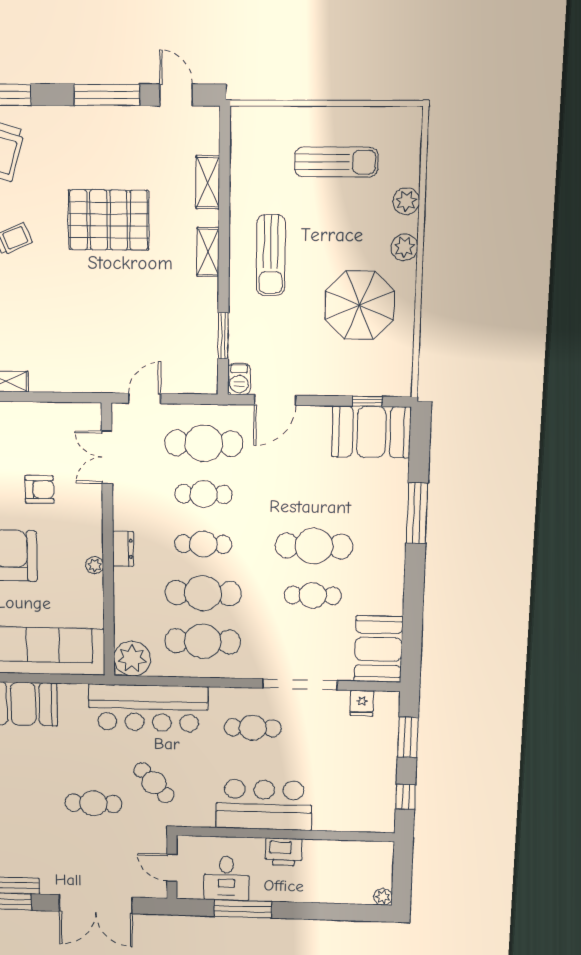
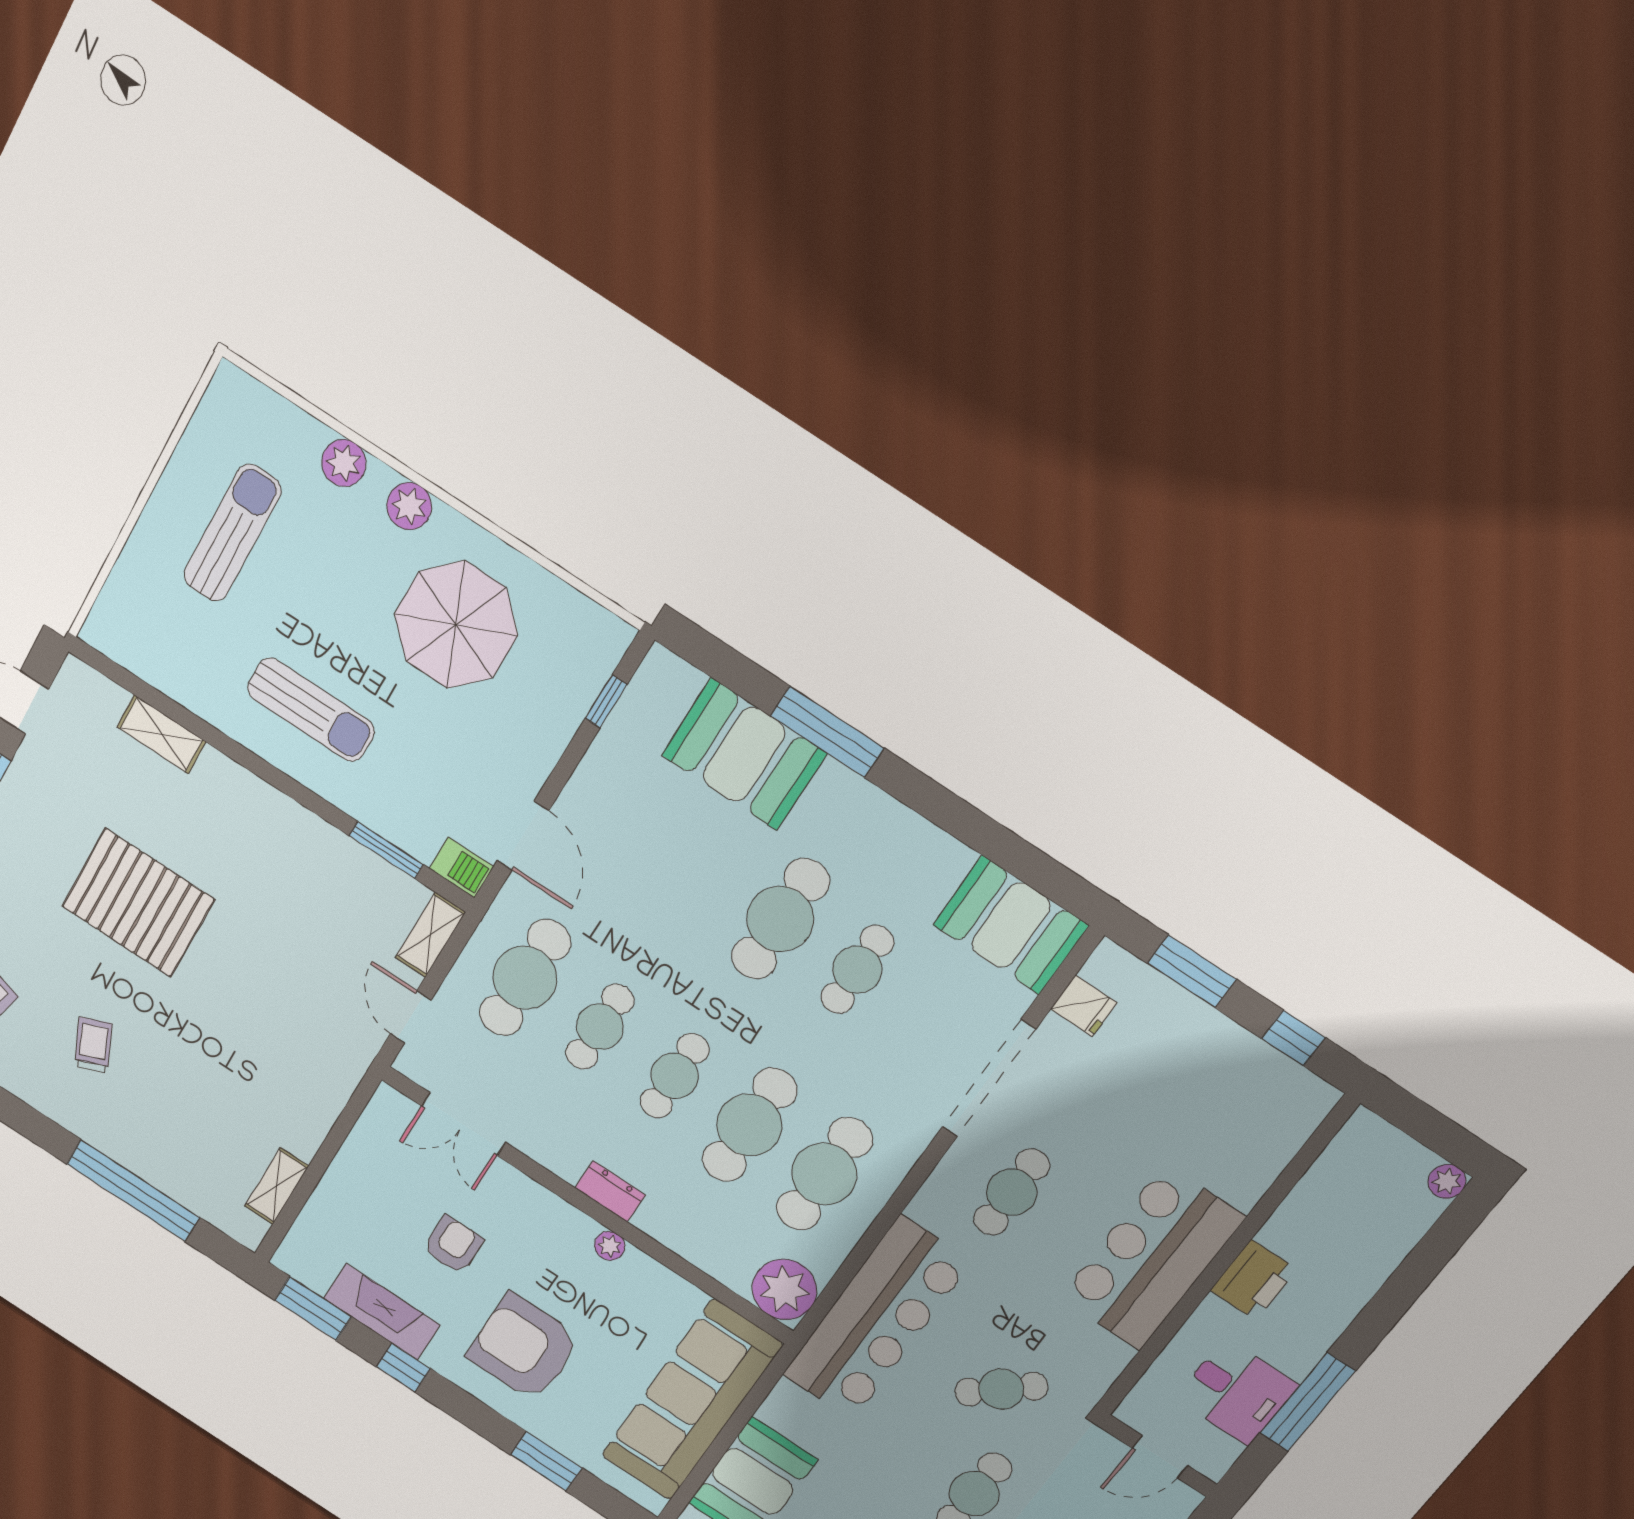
pallet: (109, 220) -> (138, 903), turned 90
shelving: (208, 252) -> (430, 935), moved, turned 90
booth: (371, 432) -> (744, 754), moved, turned 90

